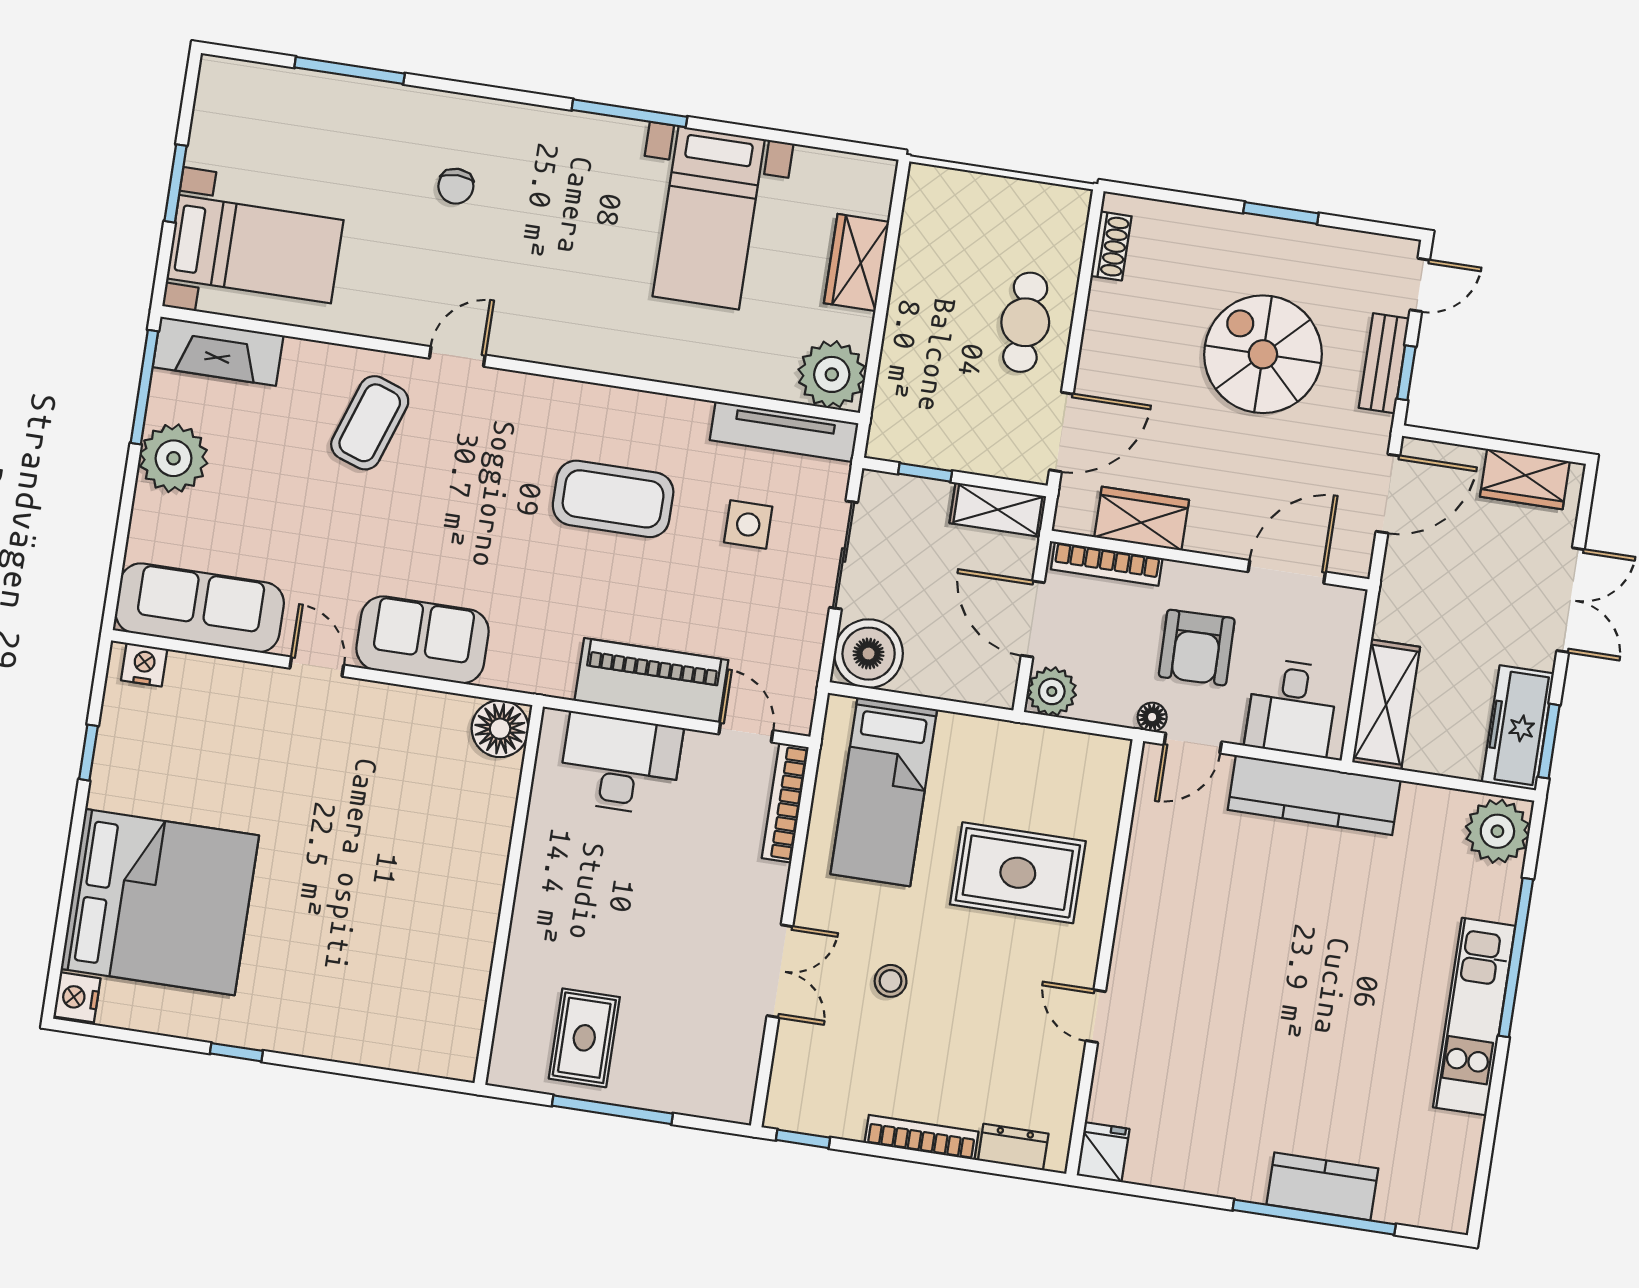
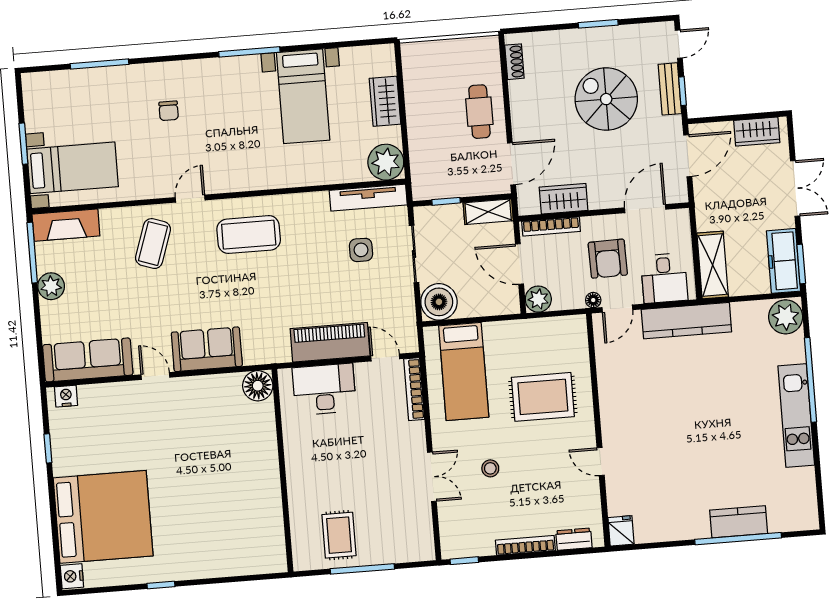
plant: (174, 458) -> (51, 286), width x0.73, depth x0.73
coffee table: (613, 499) -> (249, 235), moved

